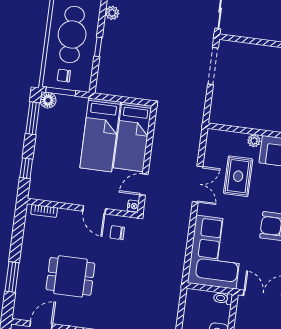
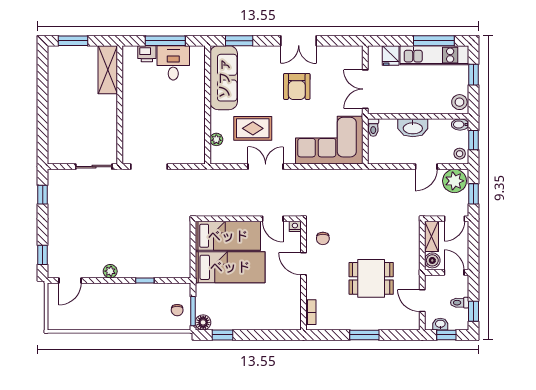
cafe table: (72, 35) -> (136, 307), removed
window: (33, 118) -> (223, 335), width x0.67
plant: (254, 141) -> (216, 139), moved
window: (26, 168) -> (272, 335), removed
door: (94, 210) -> (304, 264), swing flipped
dining table: (70, 276) -> (371, 278), turned 90
window: (12, 277) -> (364, 335), moved

